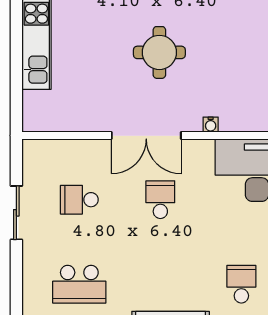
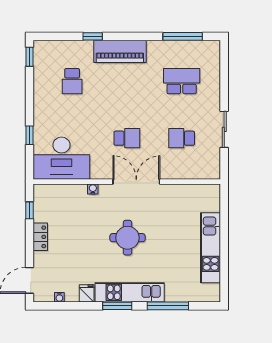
school desk: (79, 200) -> (182, 138), turned 180
school desk: (160, 200) -> (127, 138), turned -90

